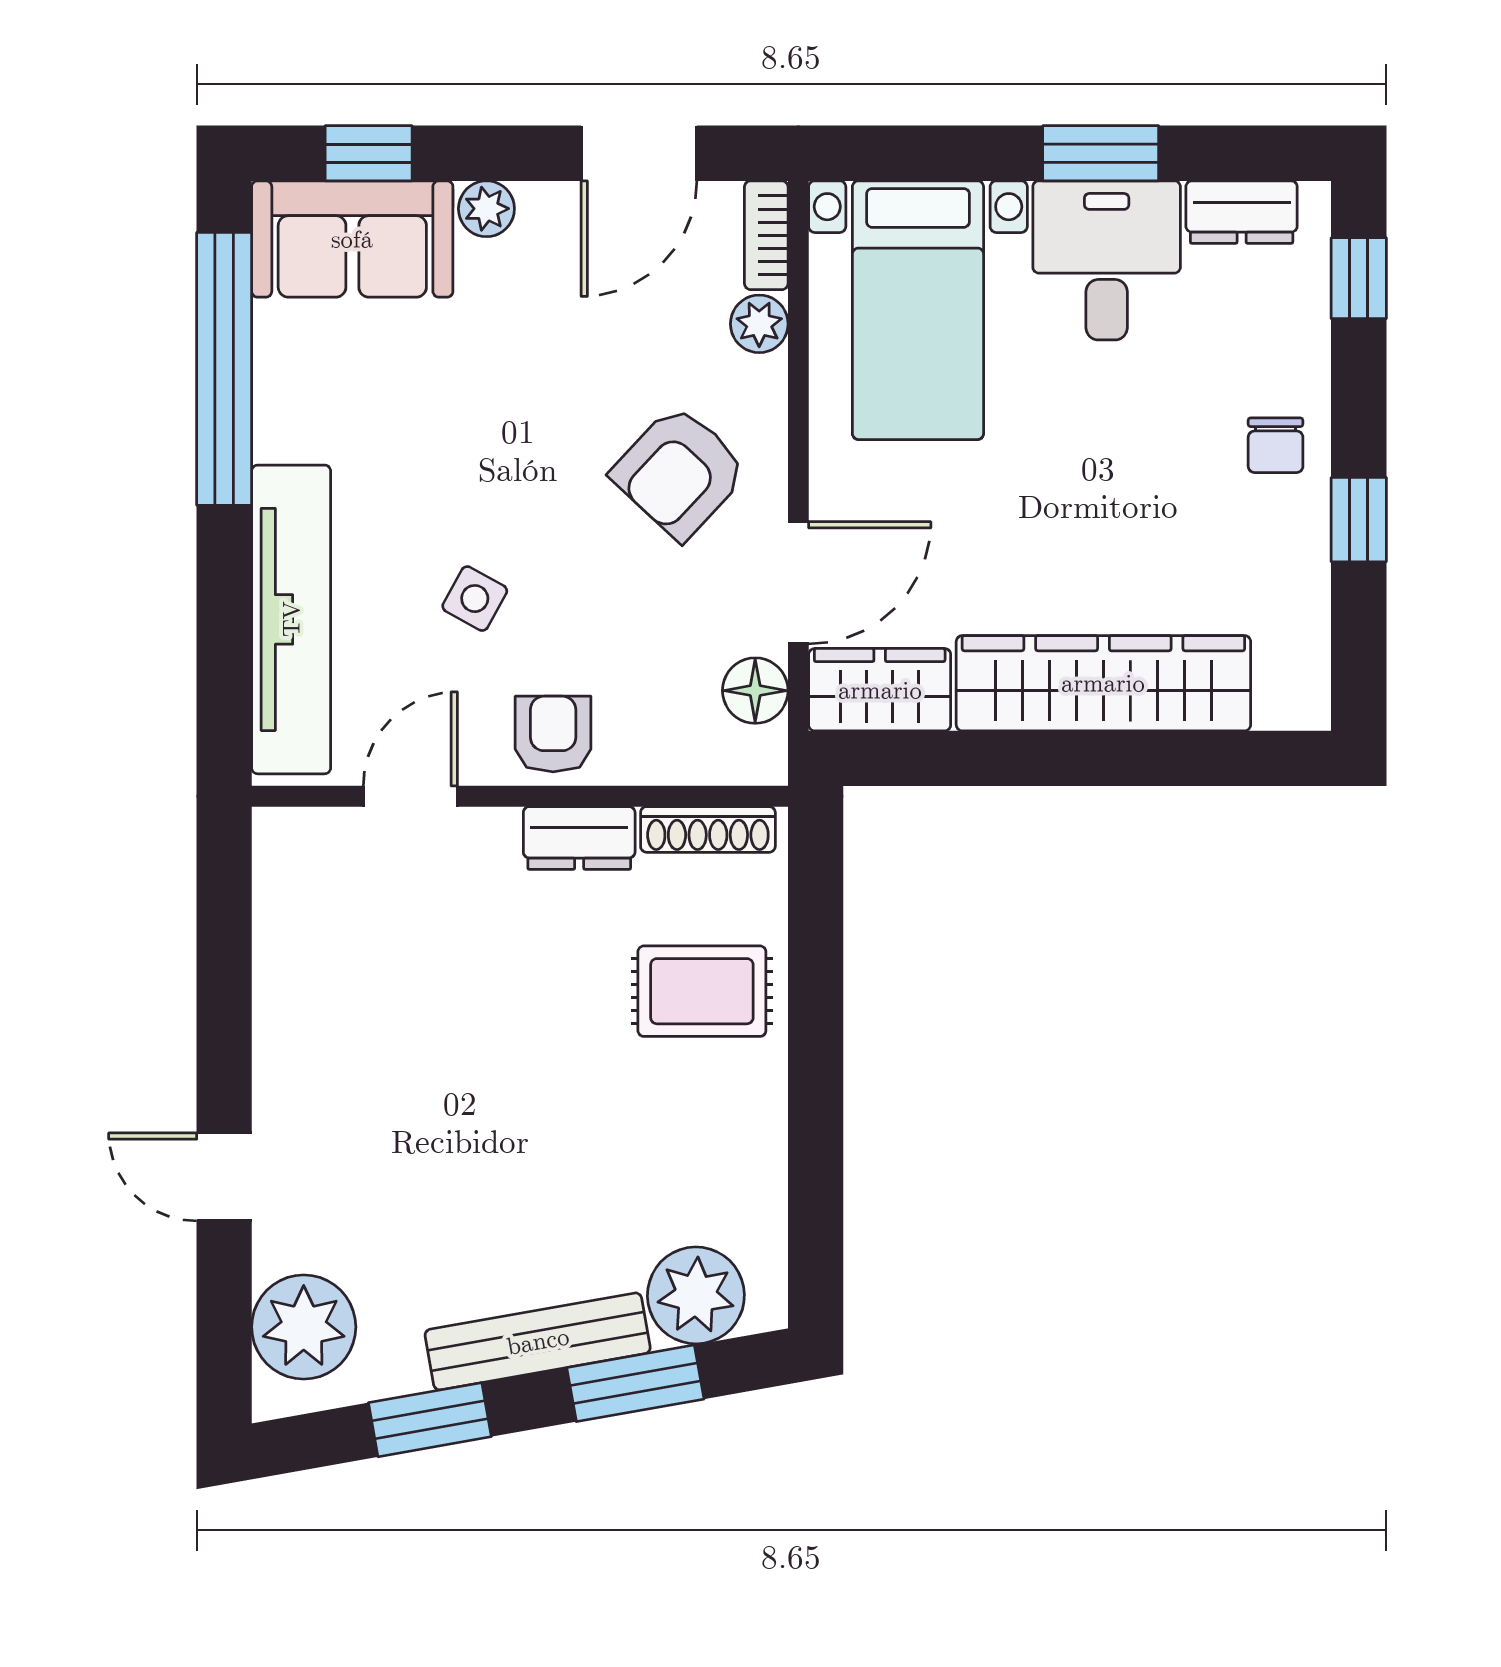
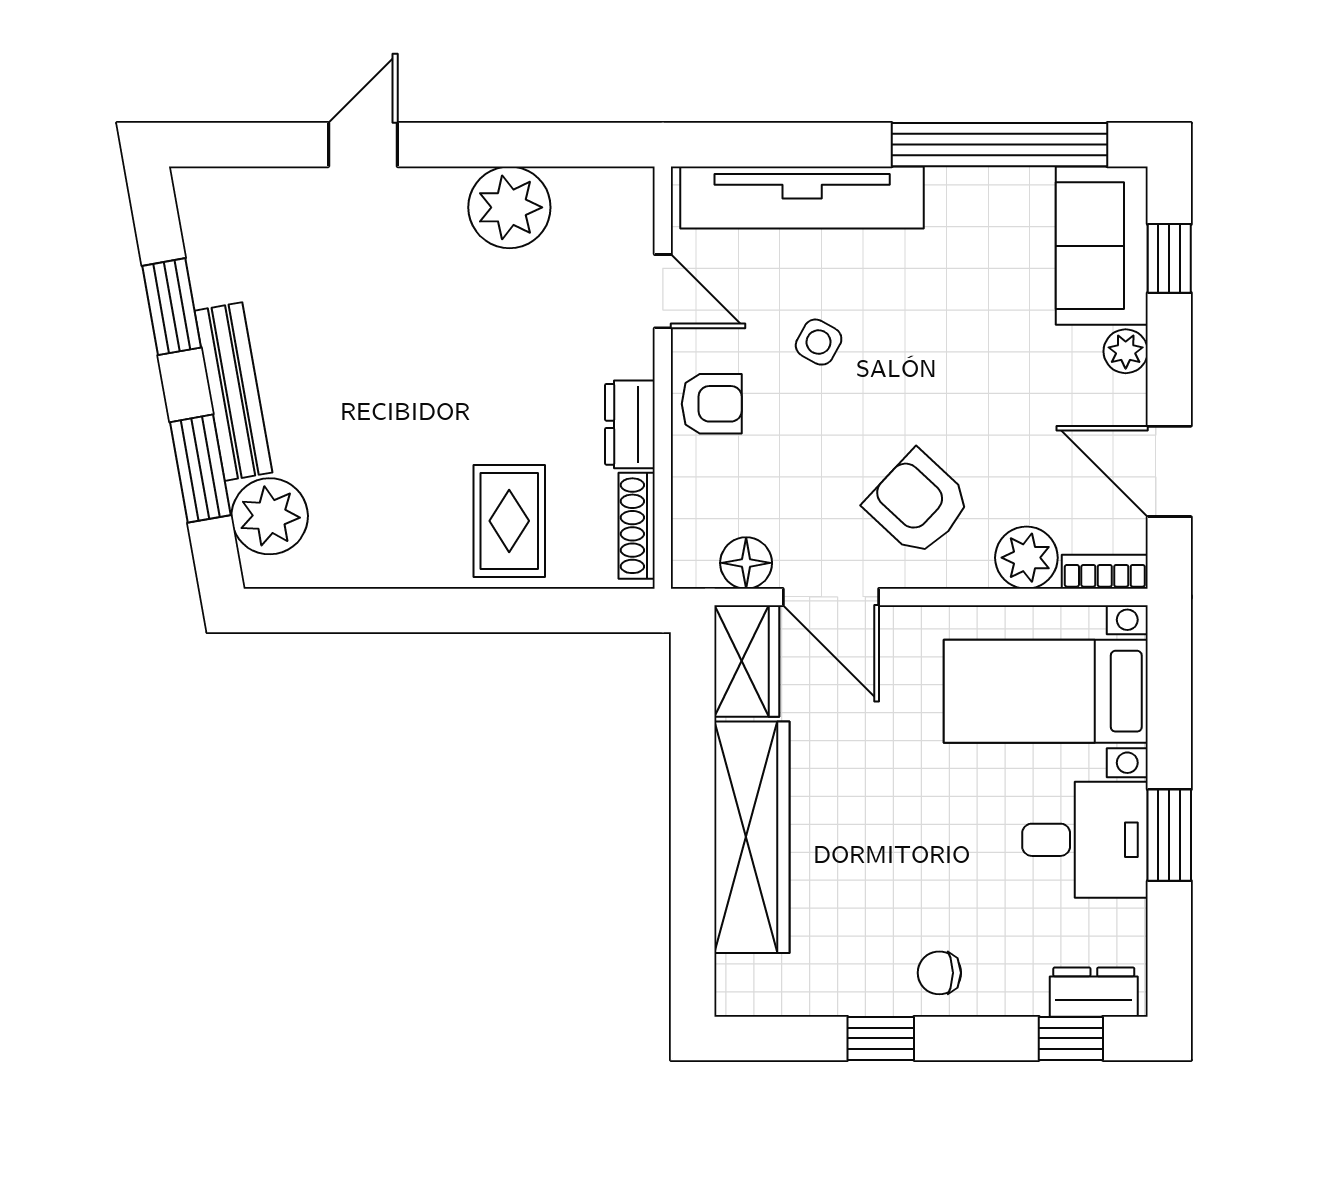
dresser: (1242, 212) -> (1094, 992), moved, turned 90
plant: (759, 324) -> (1026, 558), width x1.38, depth x1.38
plant: (304, 1327) -> (509, 207), moved

